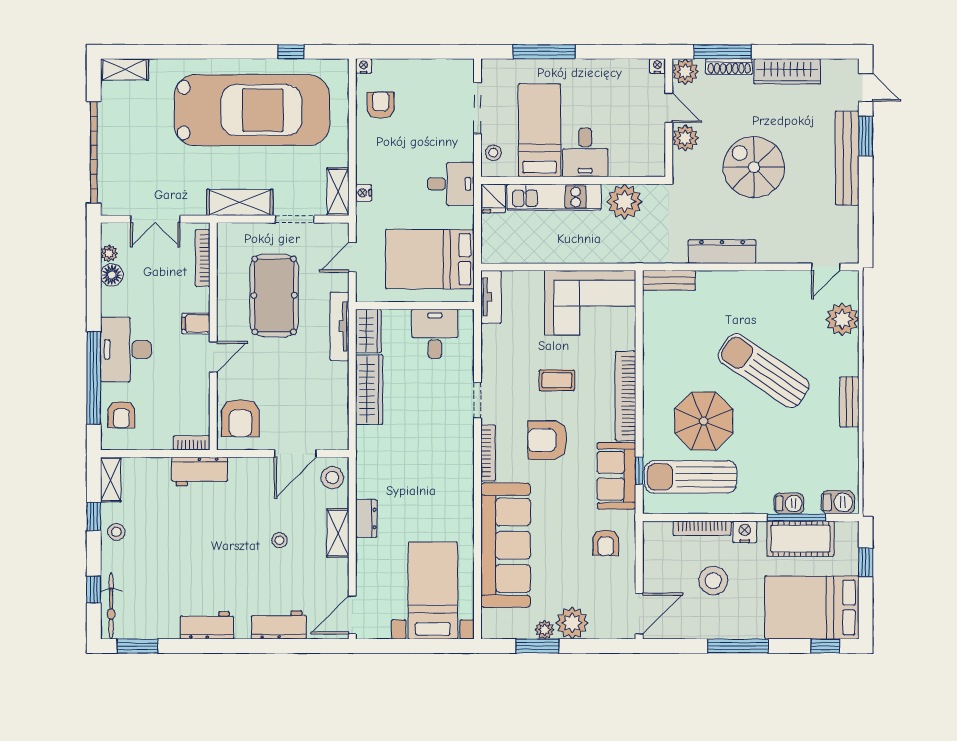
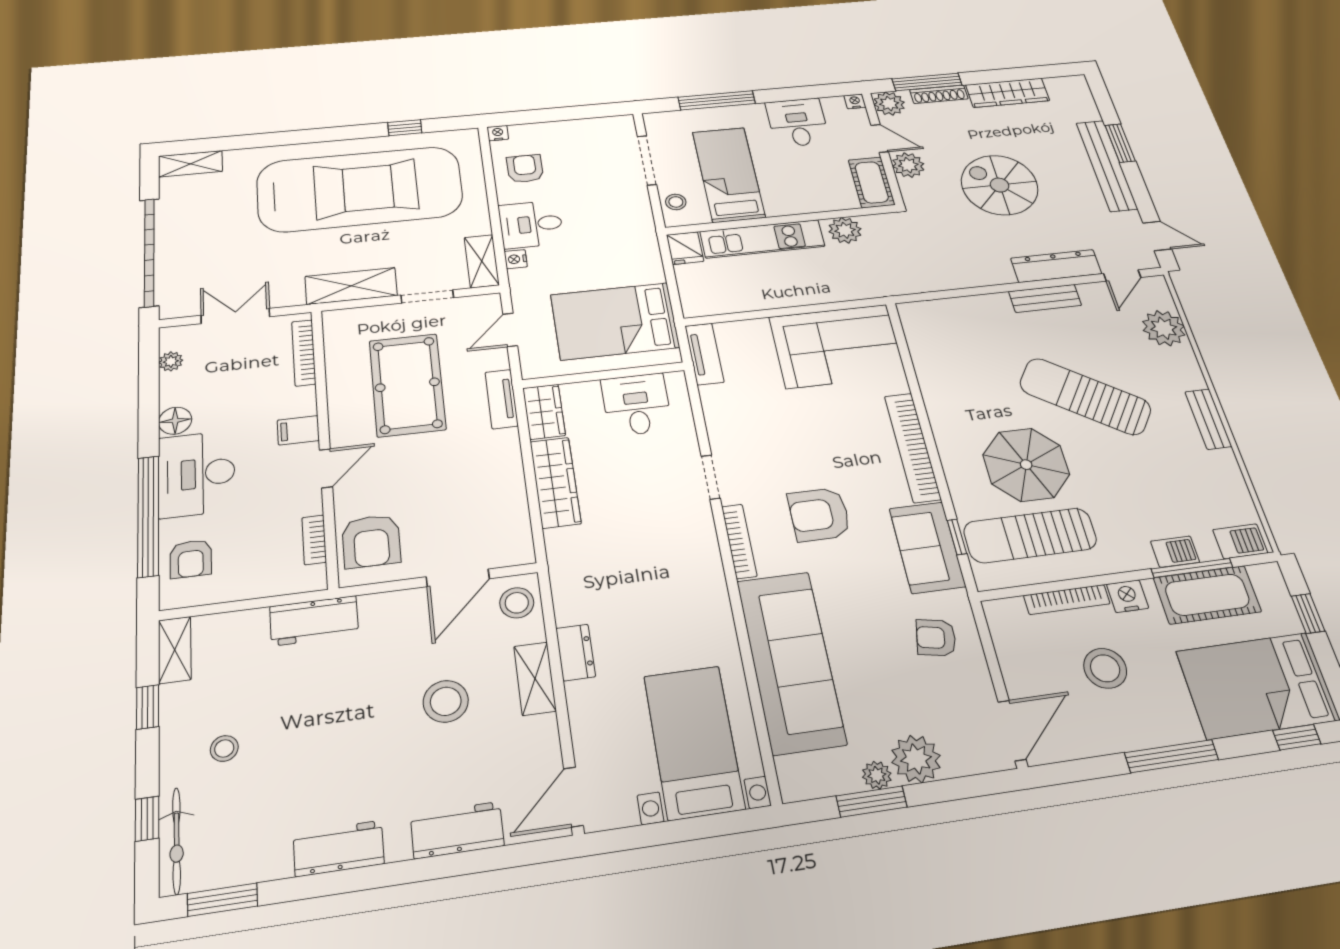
door: (866, 87) -> (1157, 236), moved
desk: (585, 152) -> (798, 122), moved, turned 180
cot: (652, 152) -> (872, 182), added
desk: (451, 184) -> (531, 224), moved, turned 180
plant: (625, 202) -> (845, 230), width x0.73, depth x0.73
double door: (155, 219) -> (235, 316), swing flipped
dresser: (722, 252) -> (1056, 266), moved
floor lamp: (112, 275) -> (175, 421), moved
bench: (669, 280) -> (1045, 298), moved
tv unit: (339, 326) -> (502, 399), width x0.71
coffee table: (557, 380) -> (815, 440), removed
bookcase: (192, 443) -> (314, 540), moved, turned -90
stool: (116, 532) -> (224, 748), moved
stool: (280, 540) -> (446, 701), width x1.89, depth x1.89
armchair: (606, 543) -> (936, 638), turned 101

